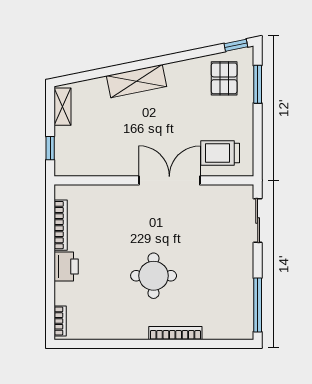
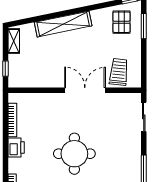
shelving: (137, 81) -> (63, 24), width x1.47
trolley: (220, 153) -> (119, 72), turned 96
round table: (154, 276) -> (74, 154), width x1.36, depth x1.36

